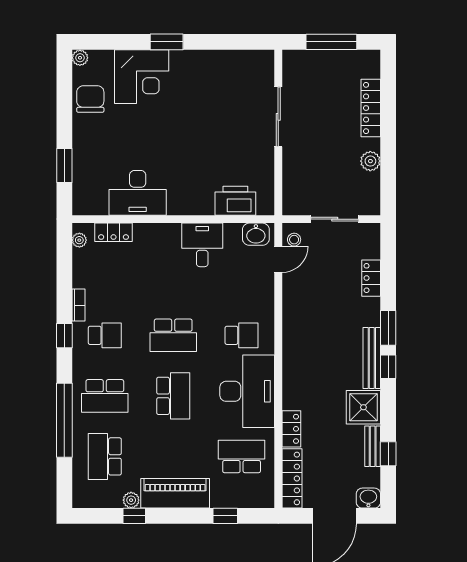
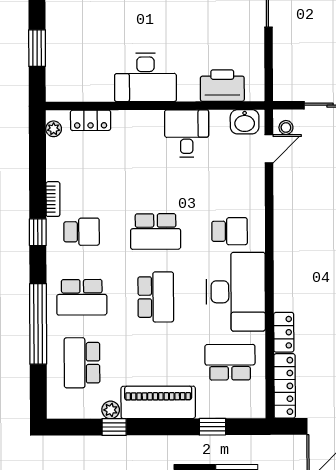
desk: (138, 193) -> (145, 77), moved

